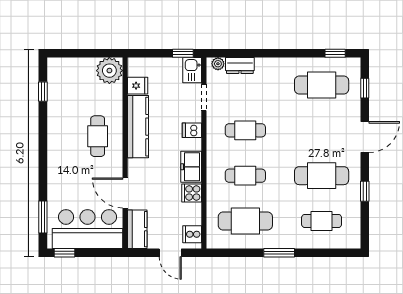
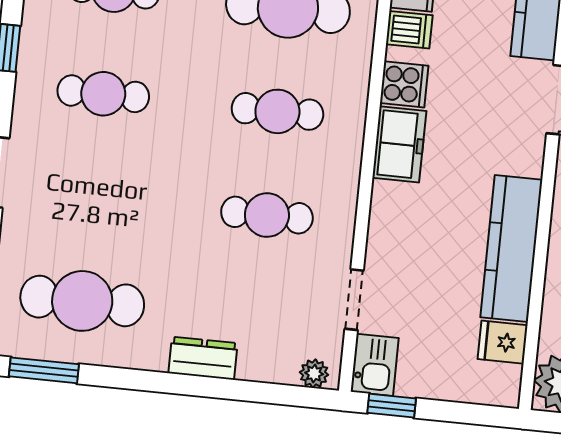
window: (335, 53) -> (44, 370), width x1.50
dresser: (240, 66) -> (203, 358), moved
dishwasher: (192, 130) -> (409, 30), moved
cafe table: (322, 176) -> (103, 94), width x0.73, depth x0.74

